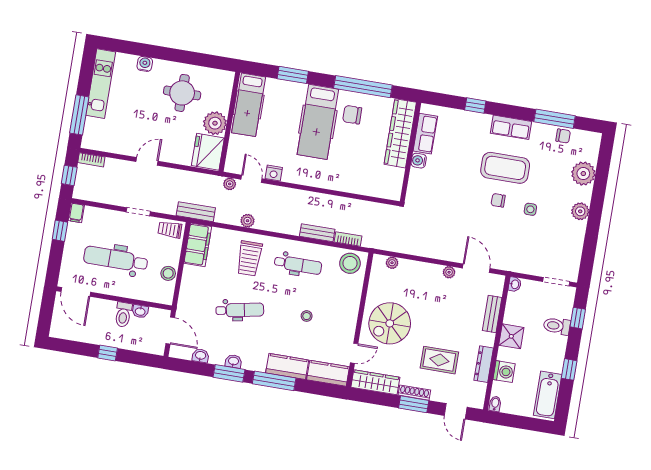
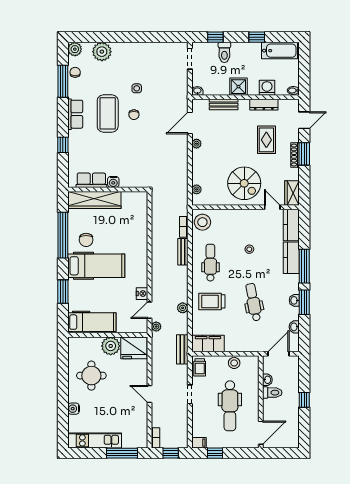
plant: (580, 211) -> (75, 49), moved
trolley: (249, 258) -> (212, 301), turned 180
wardrobe: (375, 382) -> (292, 193), width x0.67

